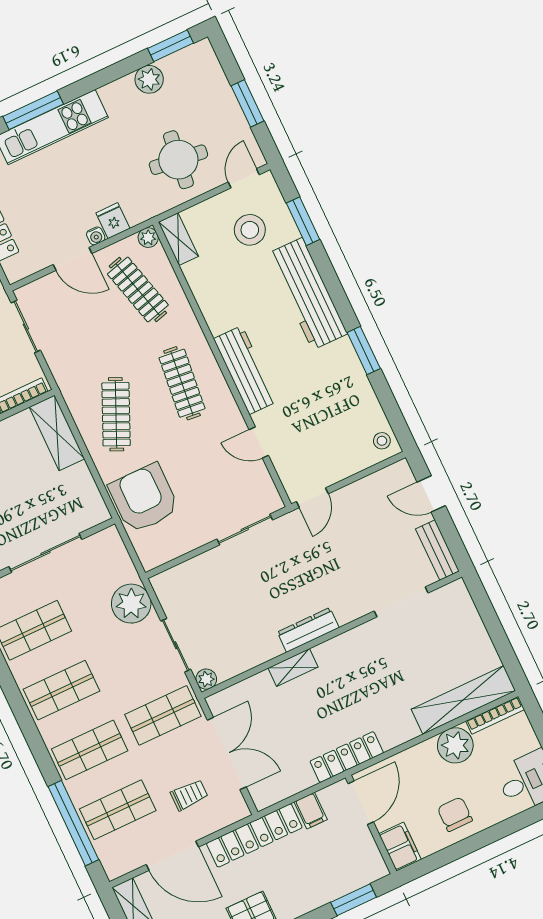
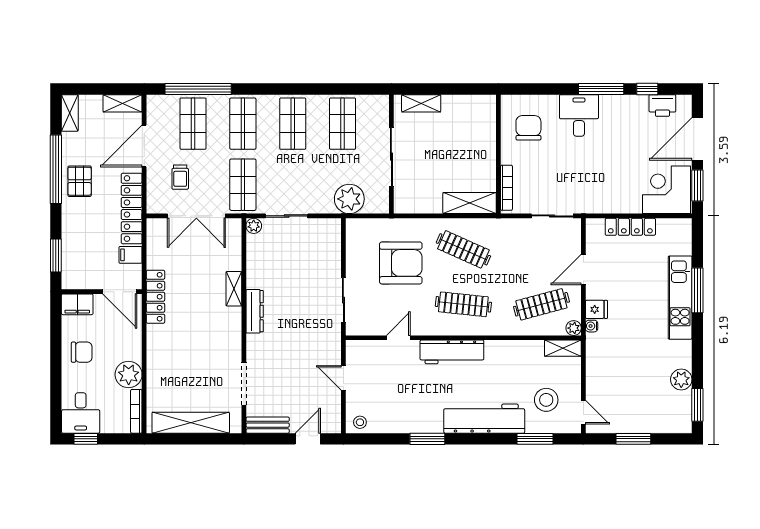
round table: (178, 160) -> (617, 374), removed
water cooler: (96, 236) -> (592, 326), moved
armchair: (144, 498) -> (401, 263), moved
door: (312, 498) -> (343, 378), moved
plant: (131, 604) -> (349, 199), moved
shelving: (463, 700) -> (191, 423), moved, turned 90

